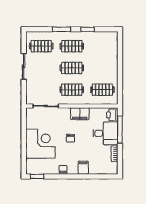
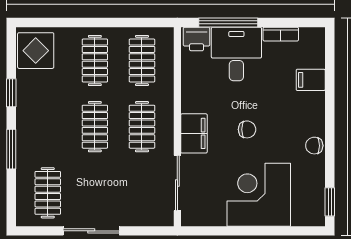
display table: (107, 41) -> (36, 51), added
clothes rail: (72, 46) -> (95, 61), moved
filing cabinet: (80, 114) -> (194, 133), moved
filing cabinet: (83, 168) -> (311, 80), moved

